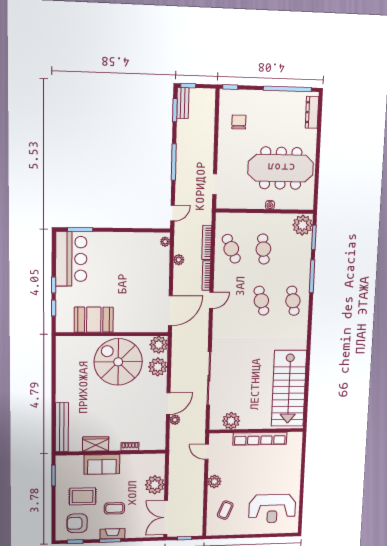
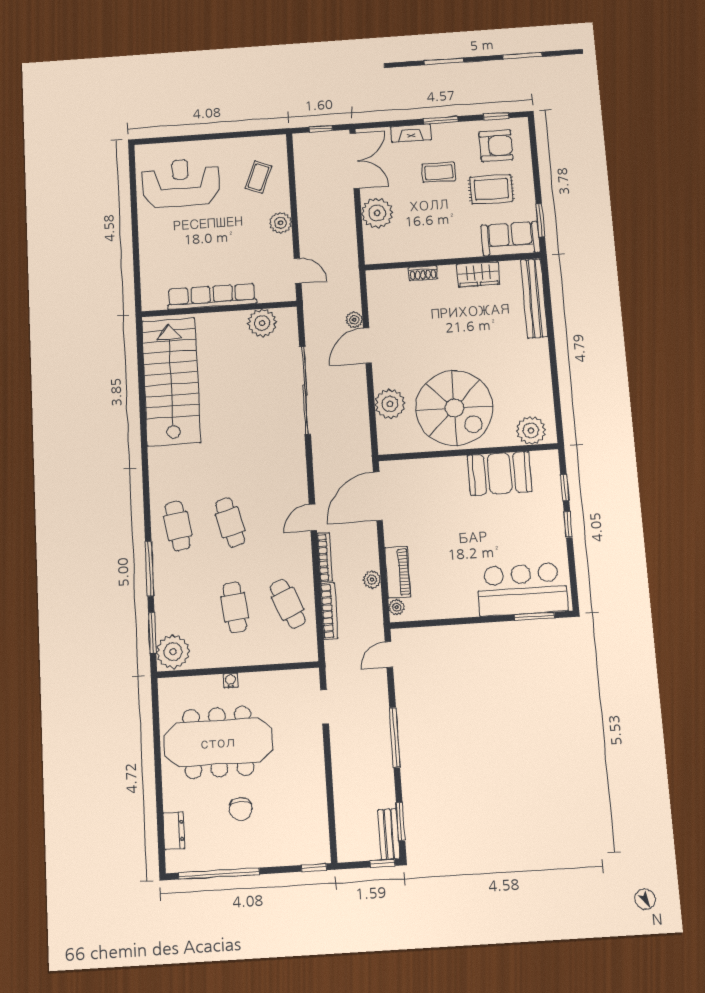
dresser: (312, 112) -> (174, 831), width x0.70
chair: (239, 122) -> (241, 809), moved
bar counter: (71, 259) -> (522, 589), moved, turned 90
piano: (163, 263) -> (398, 572), added
plant: (159, 345) -> (531, 430), moved
sofa: (102, 464) -> (511, 239), moved
fireplace: (112, 534) -> (411, 133), moved

